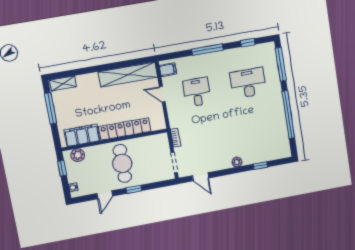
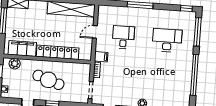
window: (248, 43) -> (186, 8), moved
filing cabinet: (168, 70) -> (101, 57), moved
door: (162, 94) -> (95, 32), hinge flipped
cafe table: (122, 164) -> (48, 80), turned -71

